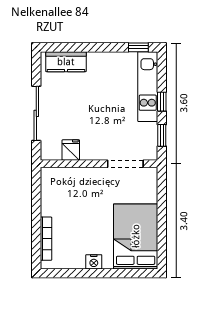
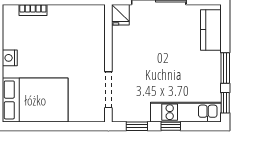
window: (104, 47) -> (225, 68), added
fridge: (71, 150) -> (120, 15), moved, turned 90
bookcase: (46, 239) -> (33, 10), width x0.64

